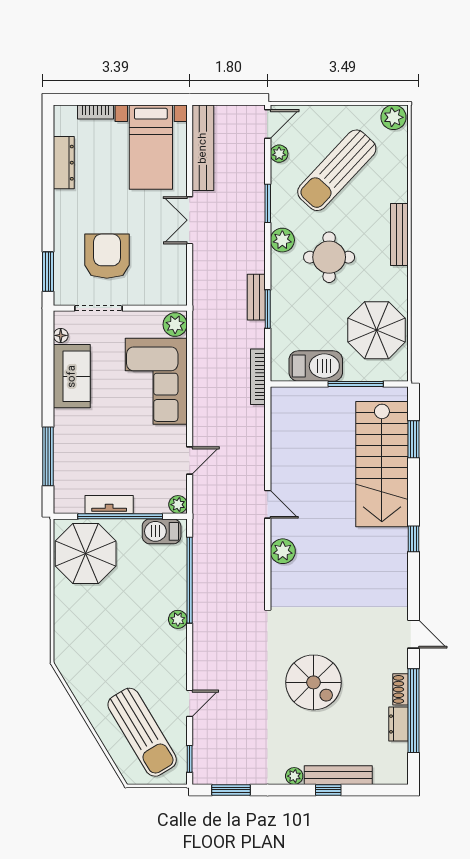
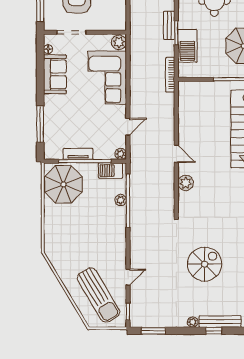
barbecue: (316, 366) -> (187, 46), moved, turned 90
plant: (178, 619) -> (121, 200), moved
spiral stairs: (313, 682) -> (205, 264), turned -90

